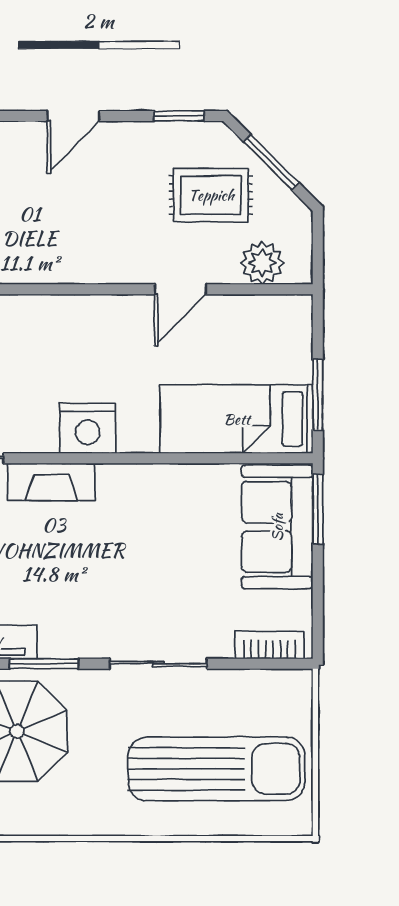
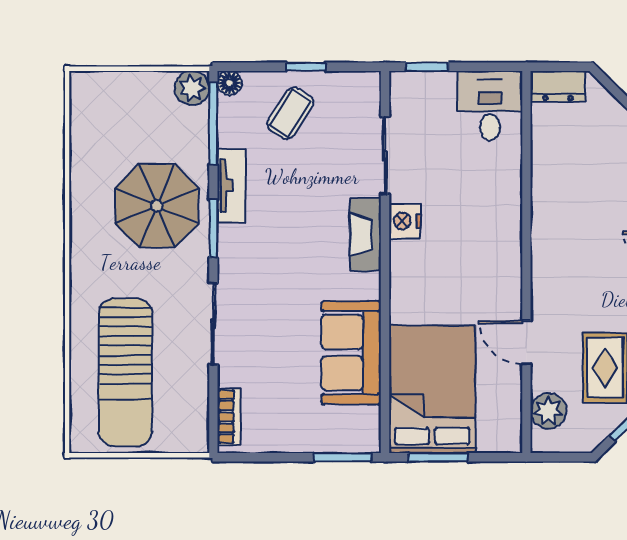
bed: (237, 419) -> (432, 389), width x1.50
nightstand: (88, 428) -> (405, 221), moved, width x0.74, depth x0.75
sofa: (277, 527) -> (351, 353), moved, turned -90

